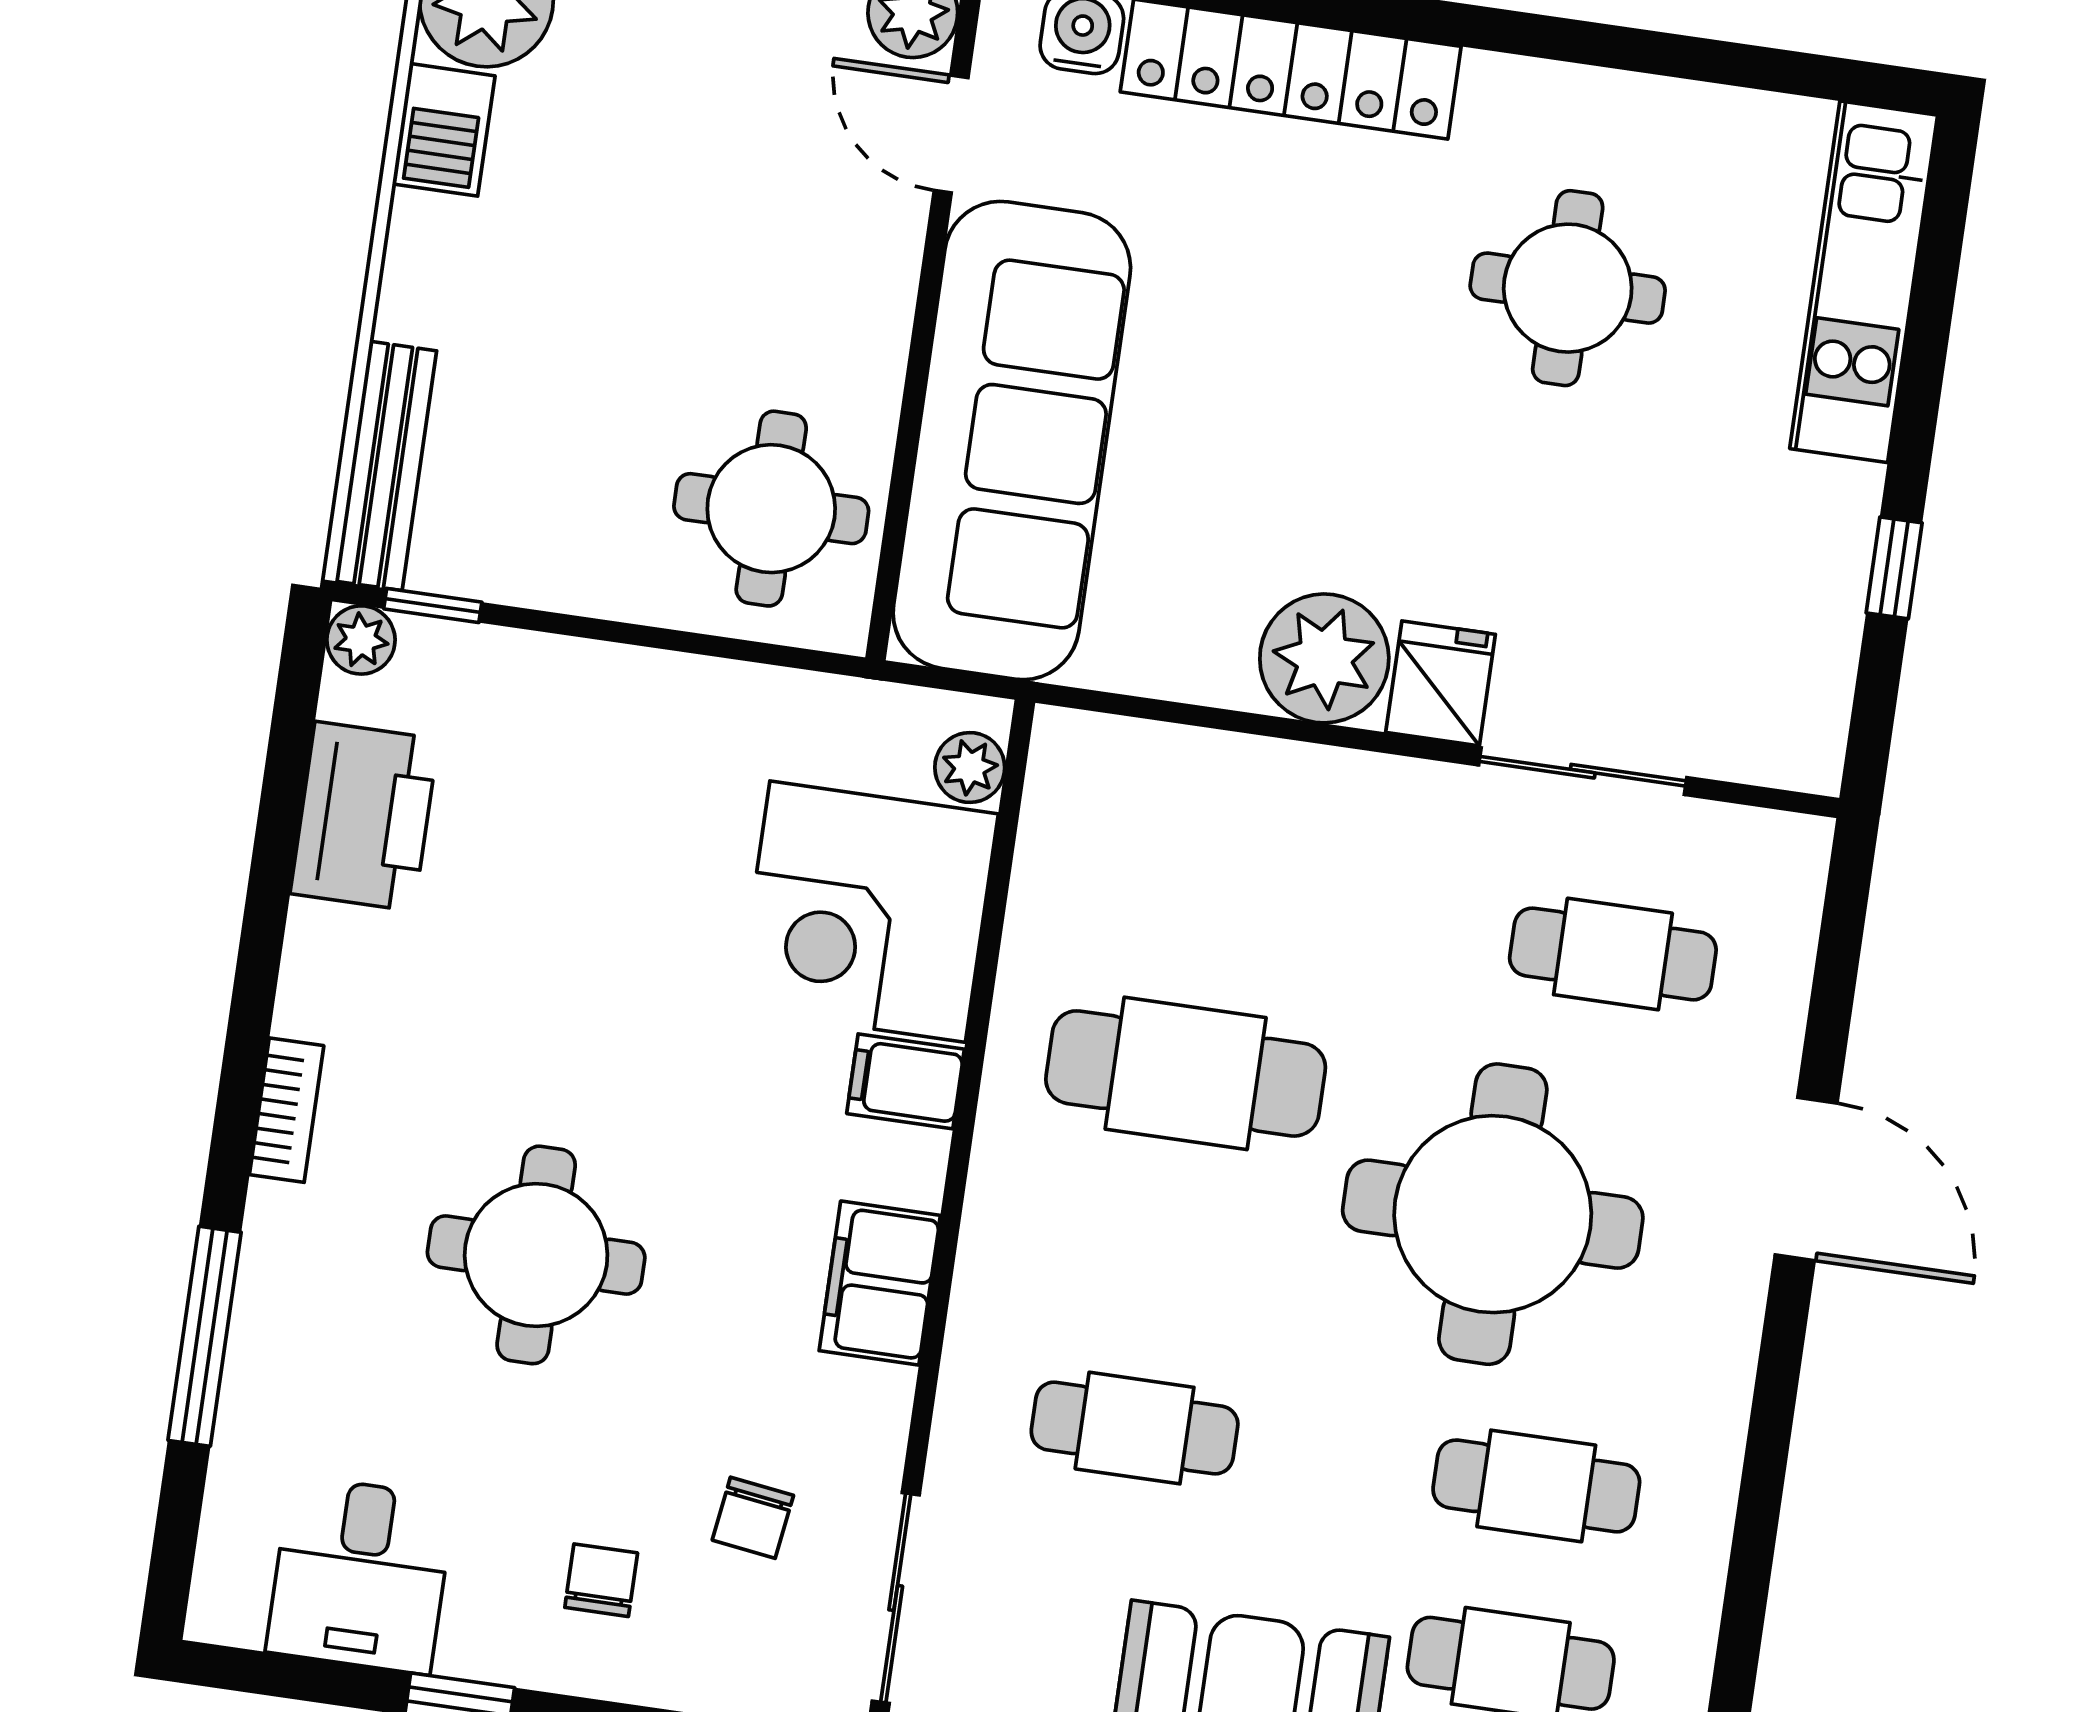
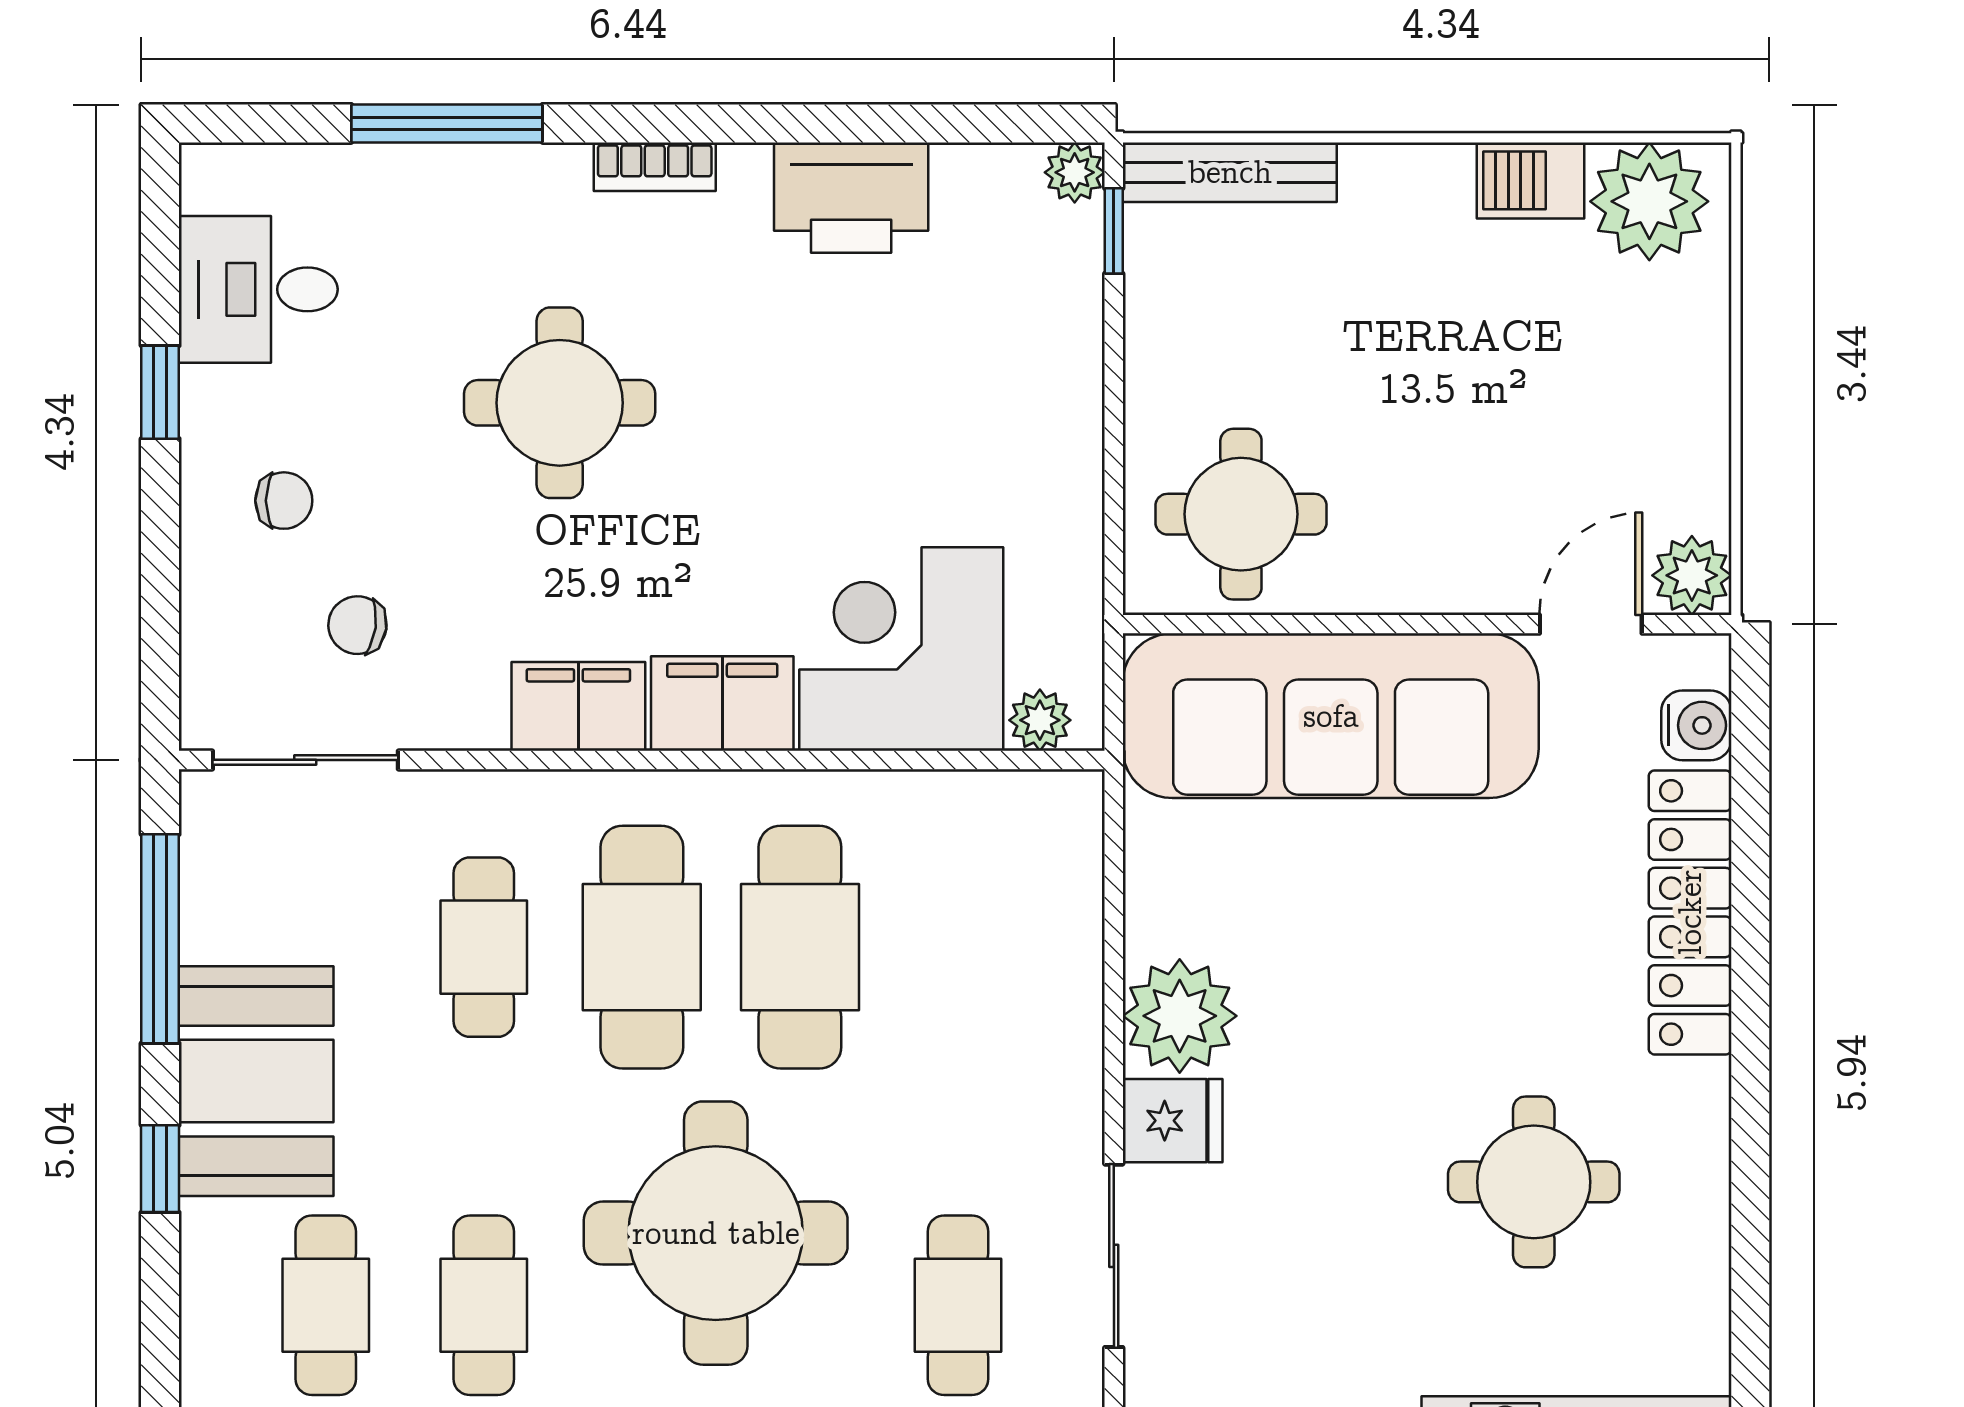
printer: (364, 816) -> (851, 198), moved
filing cabinet: (906, 1081) -> (722, 704), width x2.00
cafe table: (1160, 1251) -> (642, 947), added

